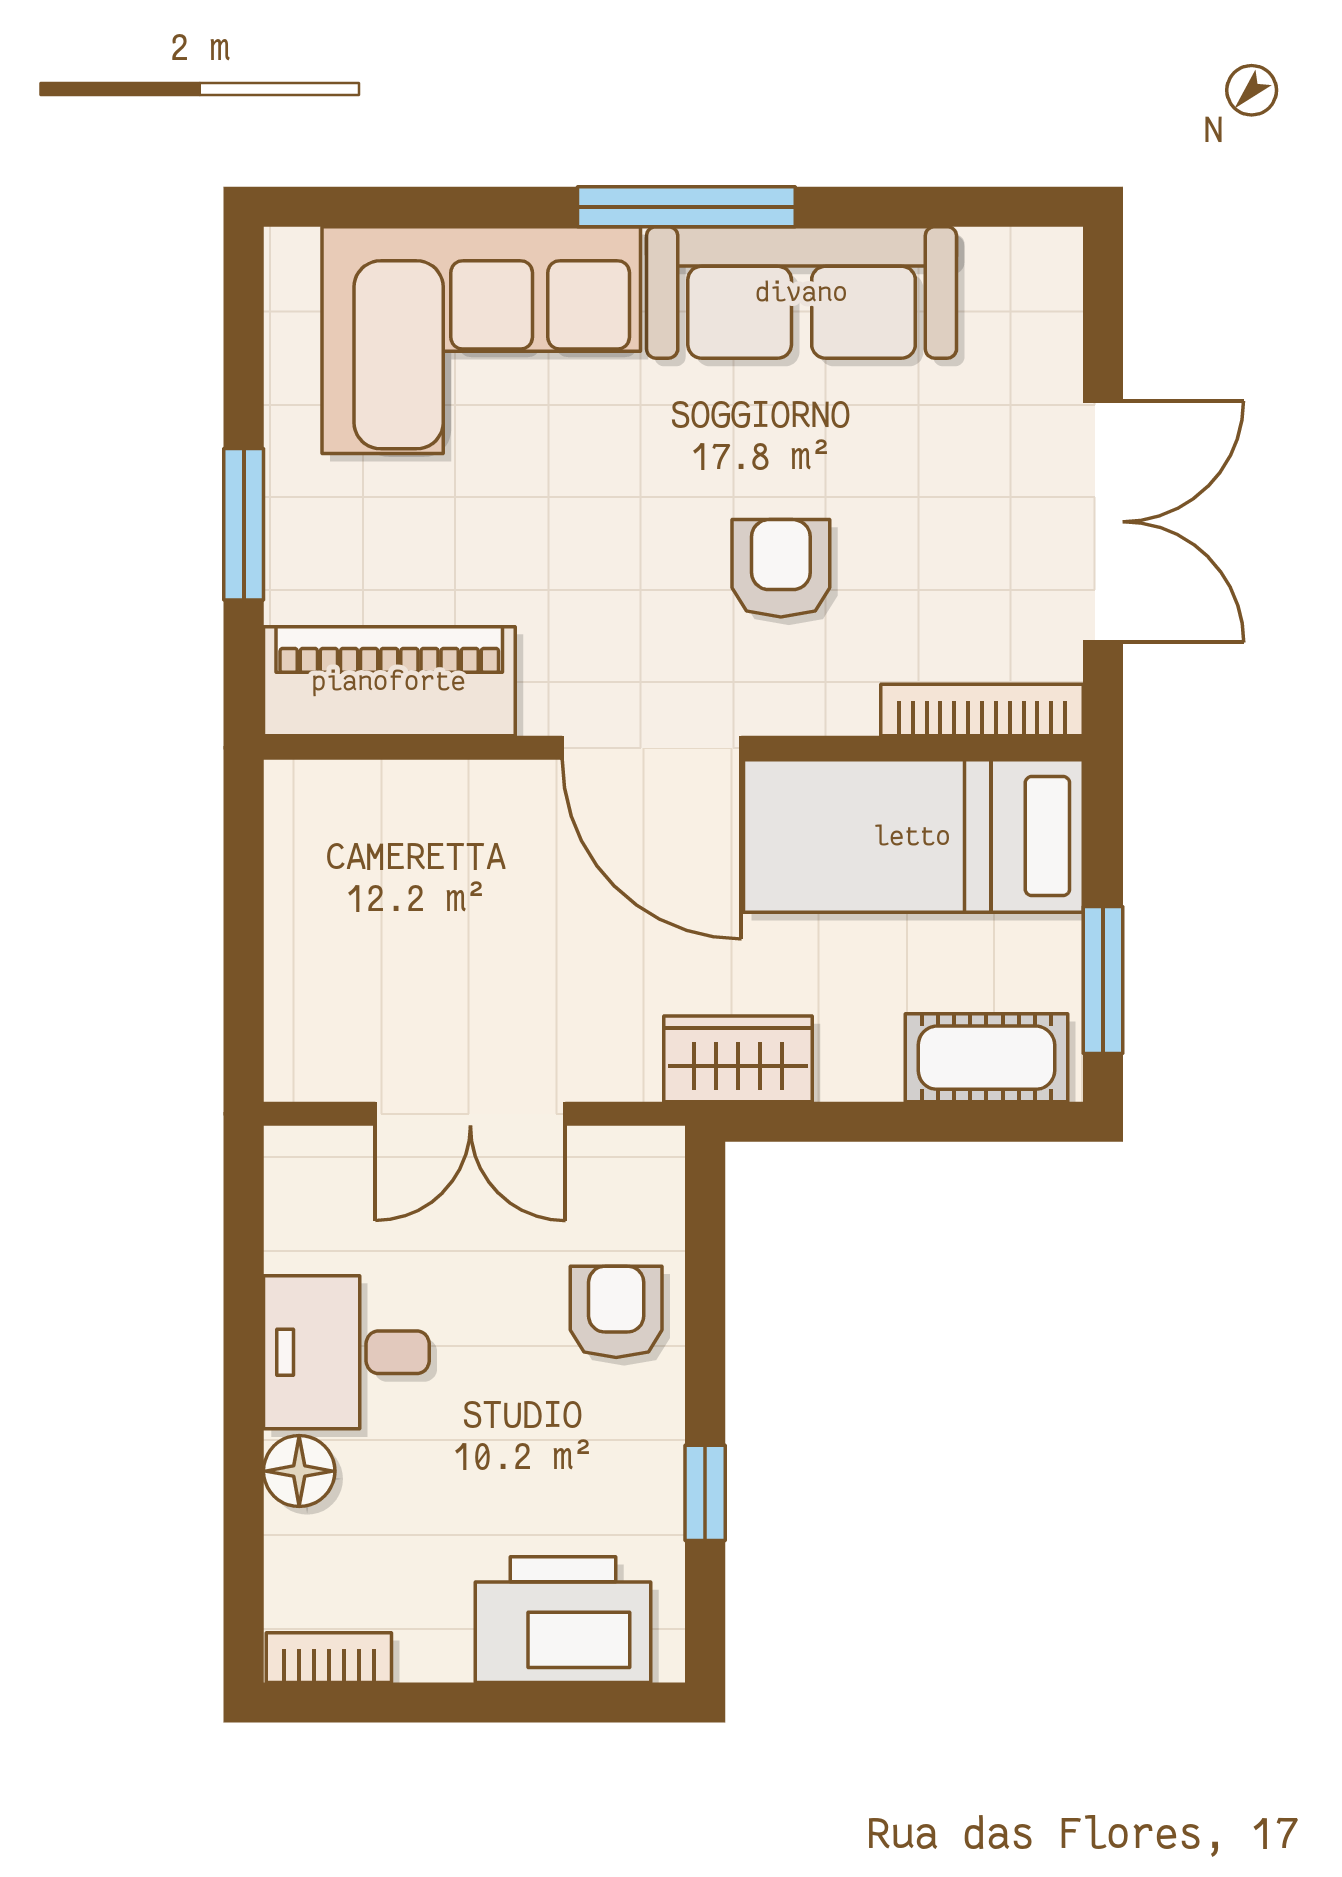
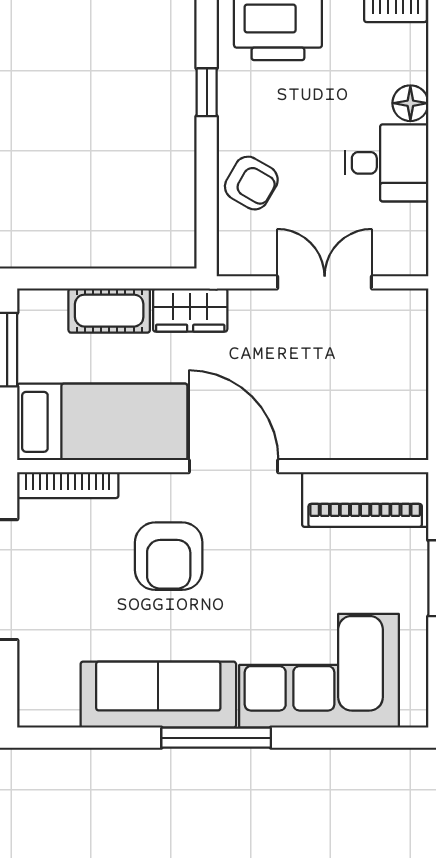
armchair: (781, 568) -> (169, 556), width x1.38, depth x1.38
cot: (986, 1058) -> (109, 311), moved
armchair: (616, 1312) -> (251, 183), turned -60

